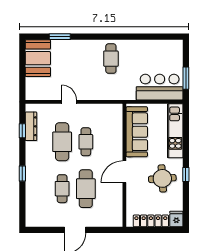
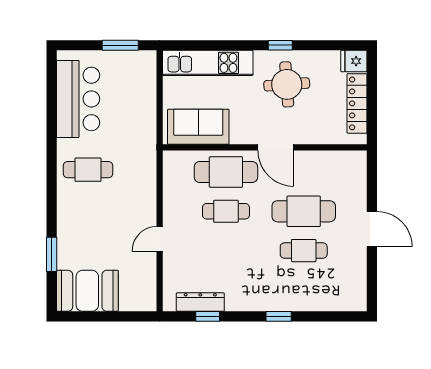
bar counter: (160, 87) -> (78, 99), moved, turned 180
sofa: (137, 132) -> (198, 127), width x0.73
cafe table: (62, 142) -> (226, 172), moved

